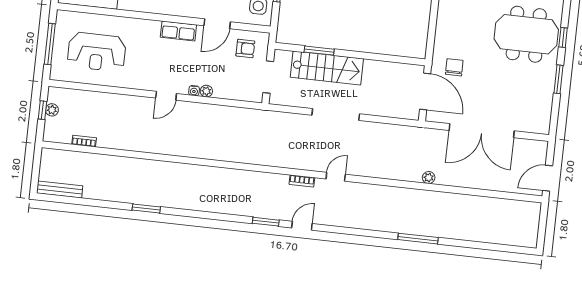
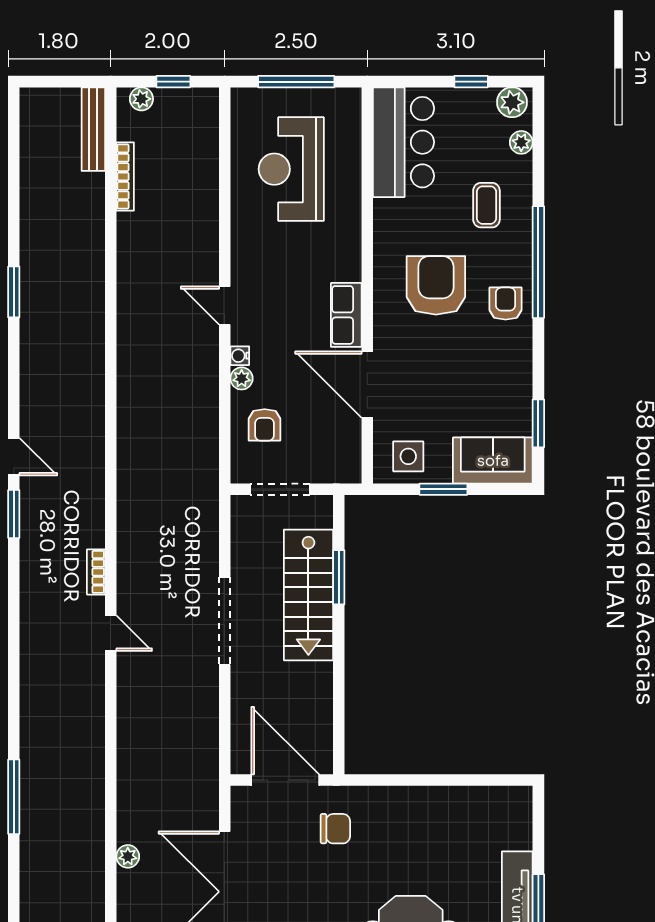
door: (217, 24) -> (367, 385), width x1.36
armchair: (245, 48) -> (265, 425), moved
door: (425, 91) -> (285, 780), swing flipped
plant: (52, 110) -> (141, 99), moved
bookcase: (84, 141) -> (125, 176), width x1.56
plant: (429, 178) -> (128, 856), moved
bench: (60, 189) -> (93, 129), moved
door: (302, 226) -> (14, 457), moved

